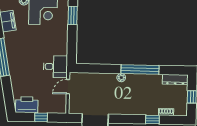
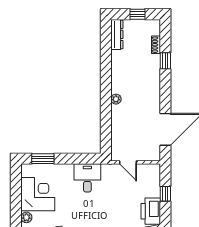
desk: (55, 67) -> (87, 178), moved
window: (140, 69) -> (106, 77), removed

